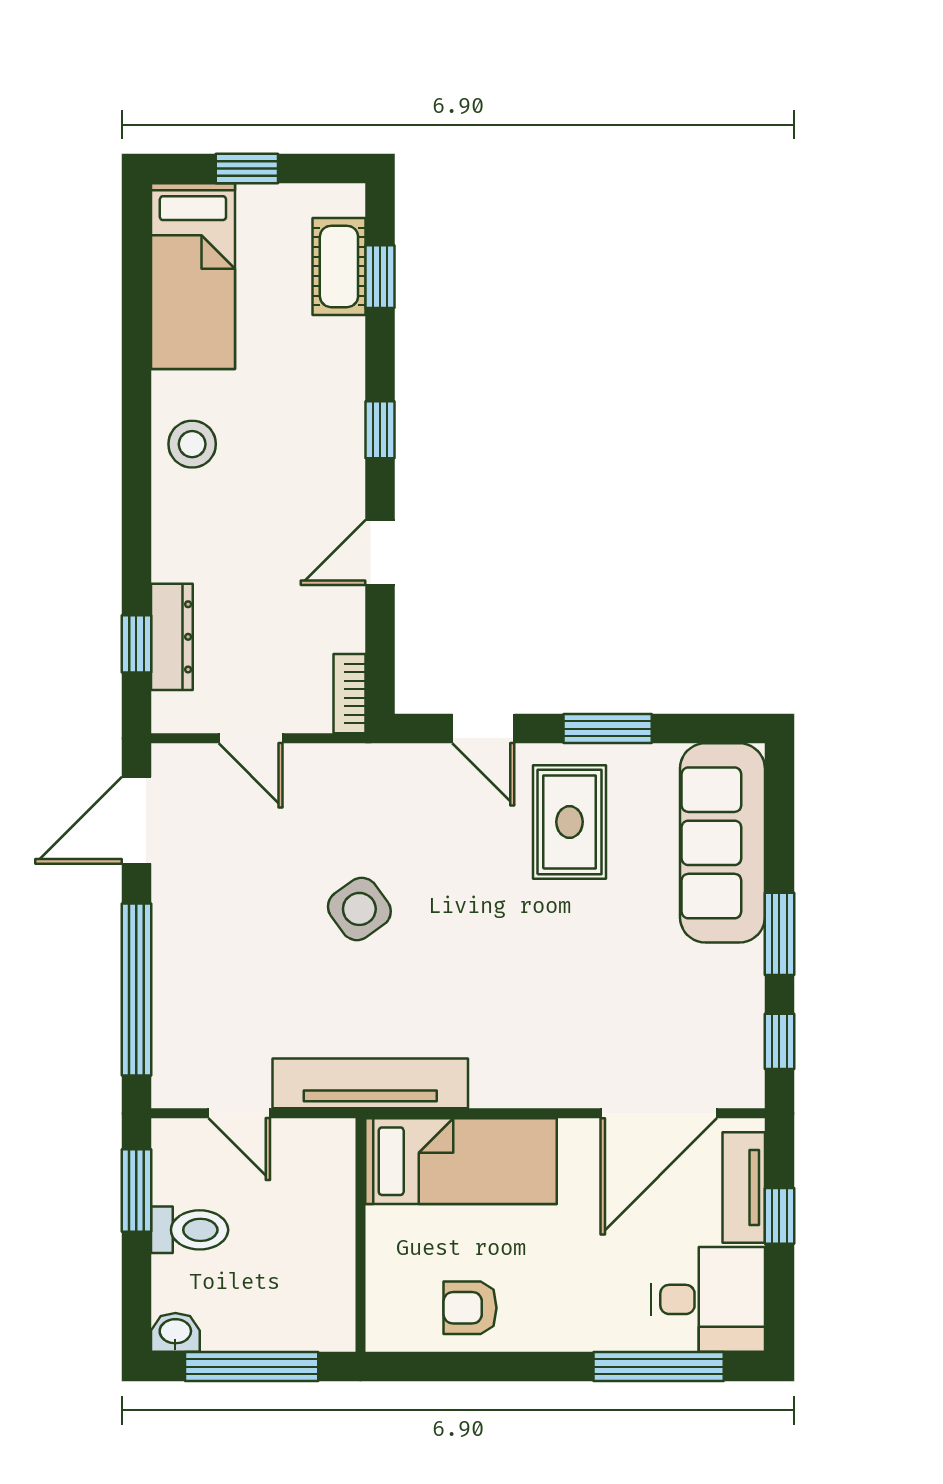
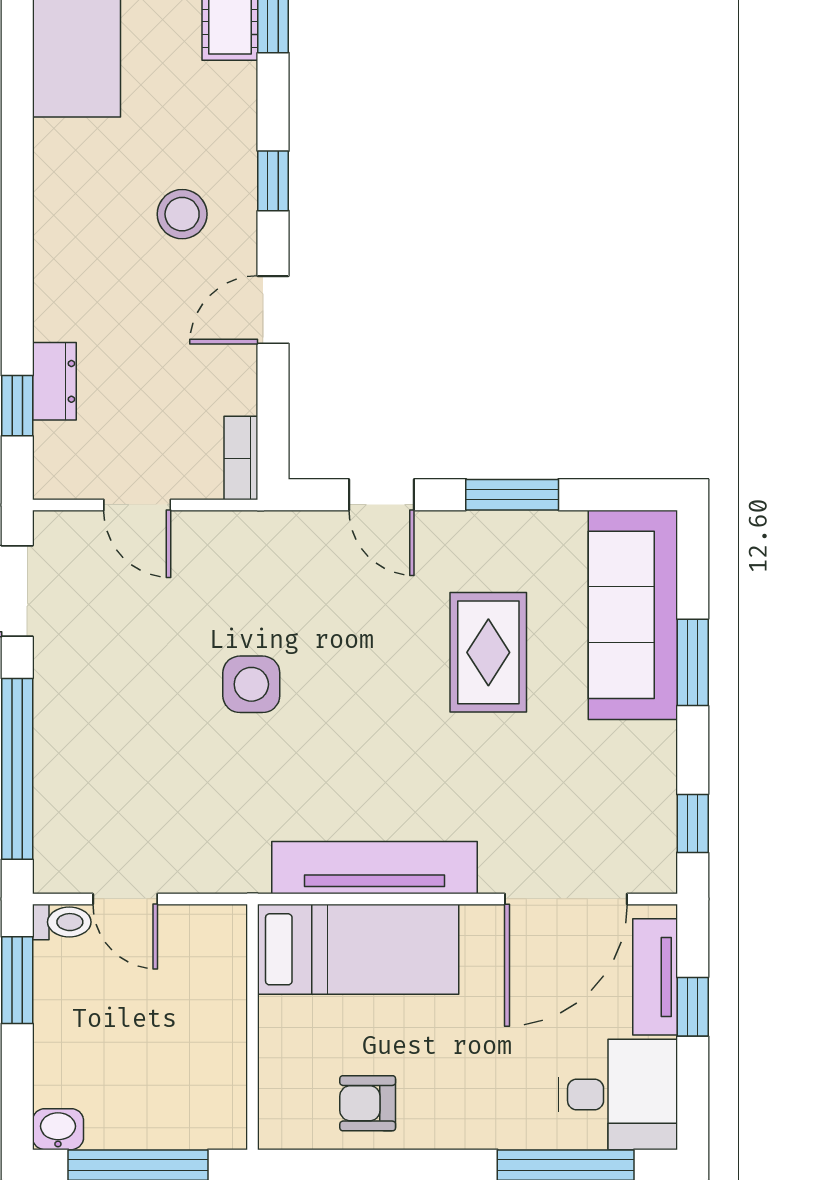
stool: (192, 444) -> (182, 214), moved
dresser: (172, 637) -> (54, 381), width x0.70
rug: (569, 822) -> (488, 652), moved
side table: (359, 909) -> (251, 684), turned 36
window: (779, 934) -> (693, 662), moved
tv unit: (370, 1083) -> (374, 868), moved
toilet: (190, 1230) -> (62, 922), moved, width x0.73, depth x0.72

